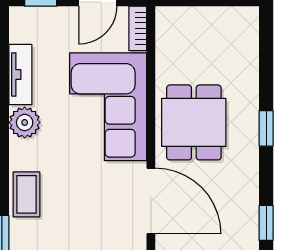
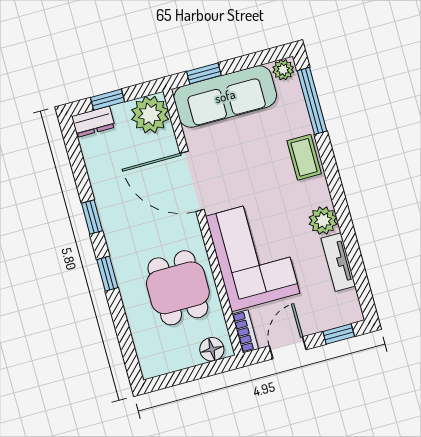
floor lamp: (178, 19) -> (212, 349), added
dining table: (194, 122) -> (178, 288), moved
window: (266, 223) -> (92, 217), moved

